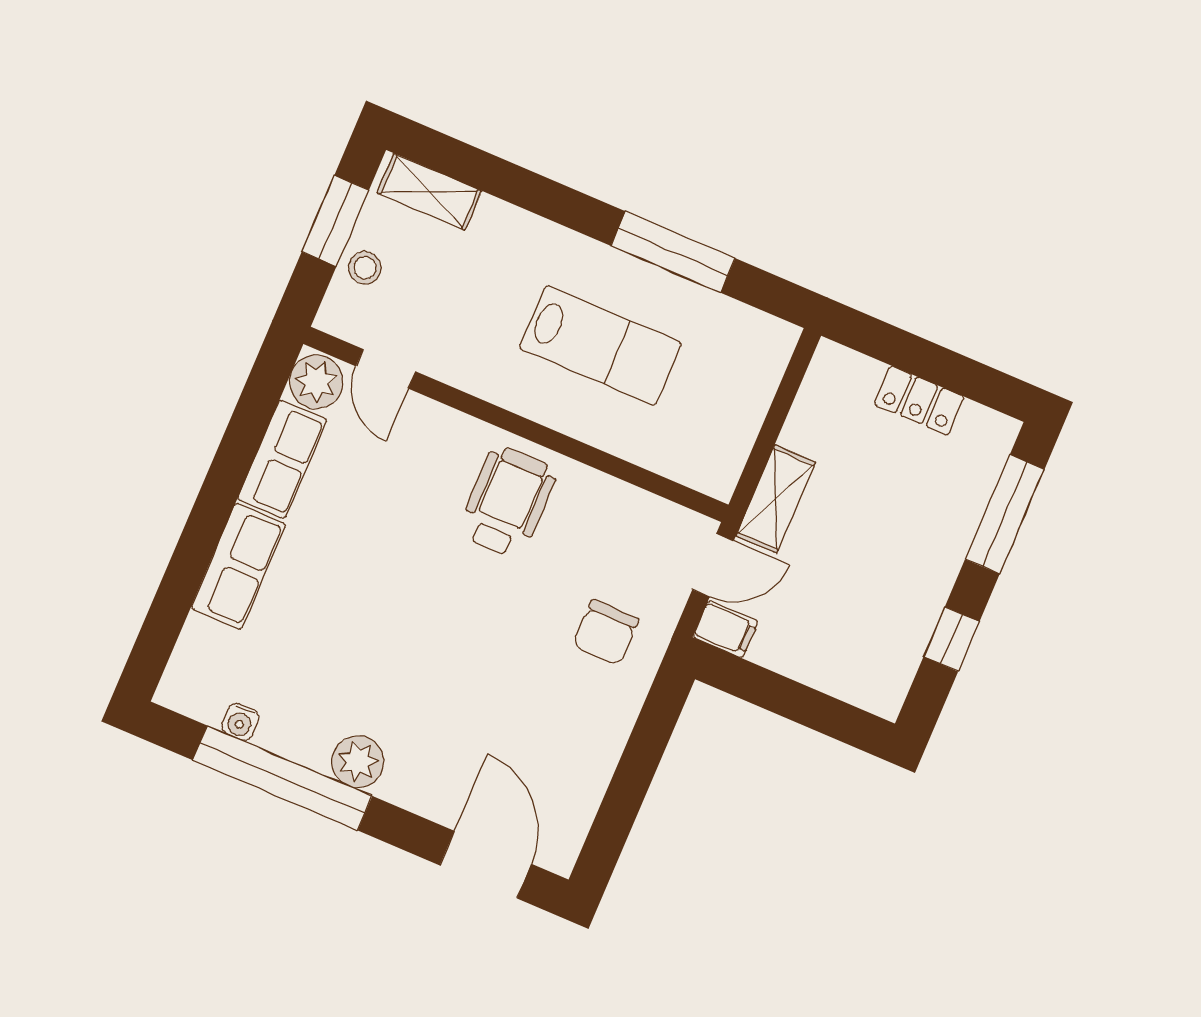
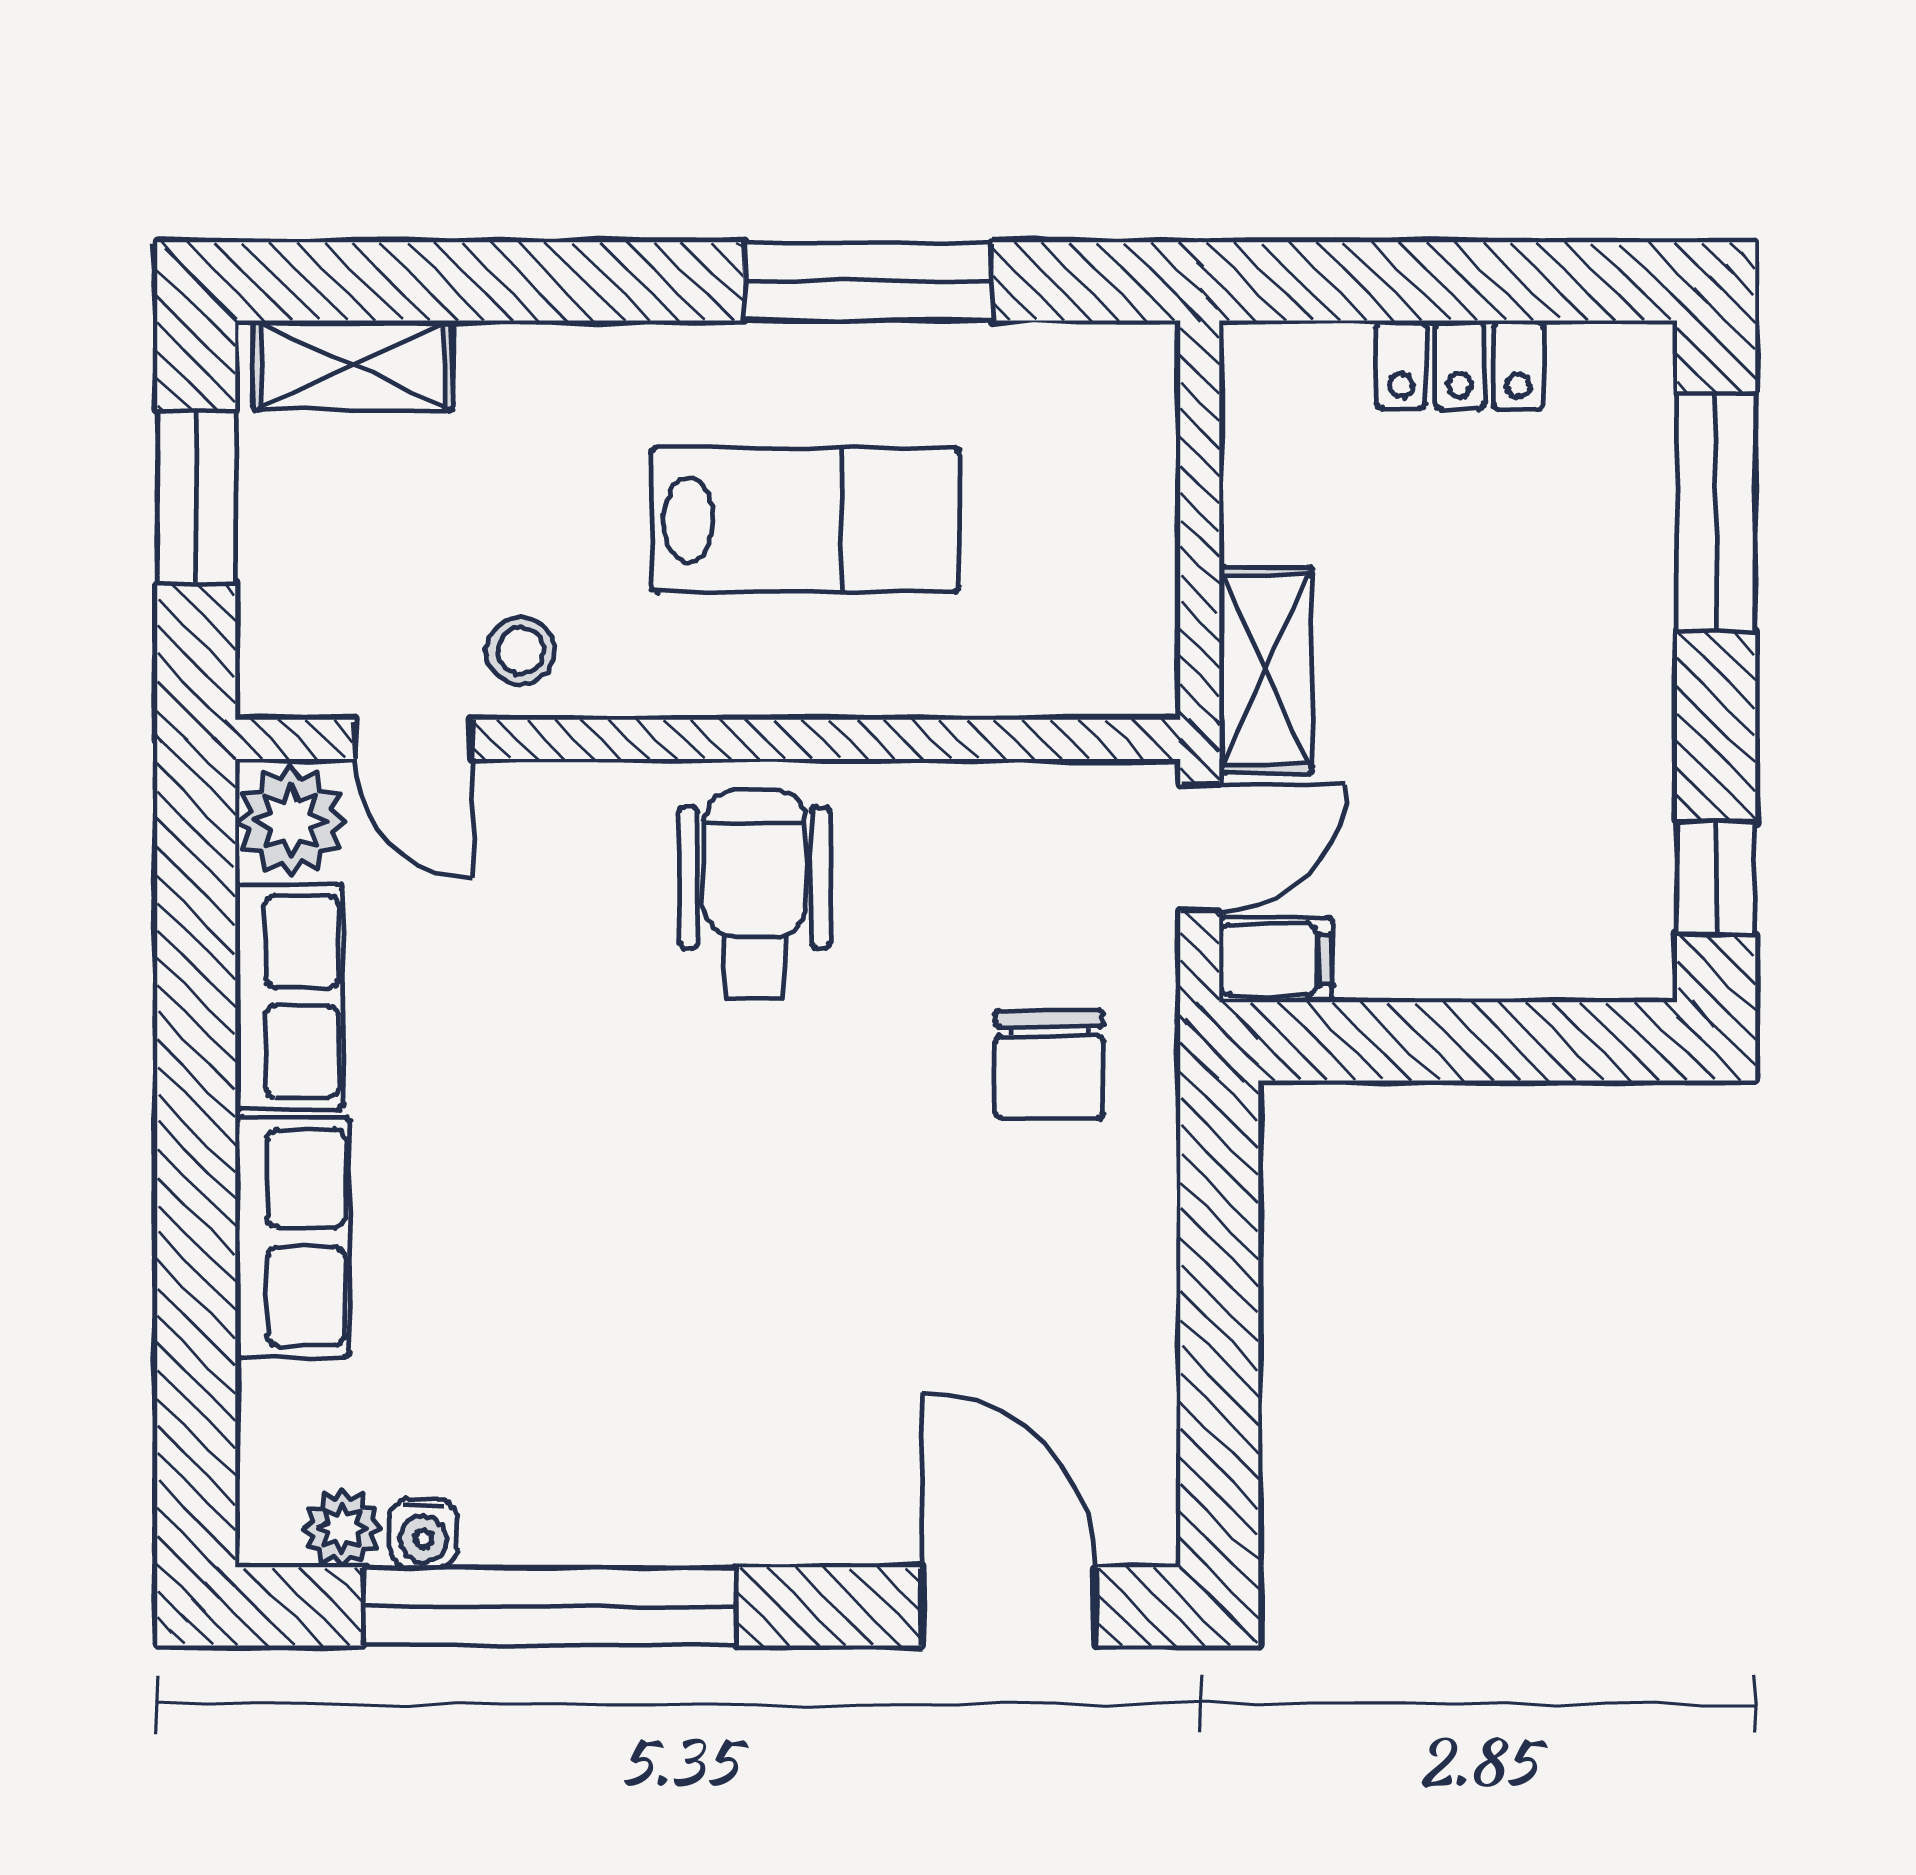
stool: (365, 268) -> (521, 651), moved
window: (951, 639) -> (1716, 878), moved
plant: (358, 762) -> (342, 1528), moved, width x0.73, depth x0.73

